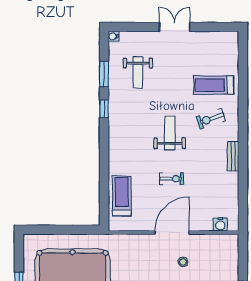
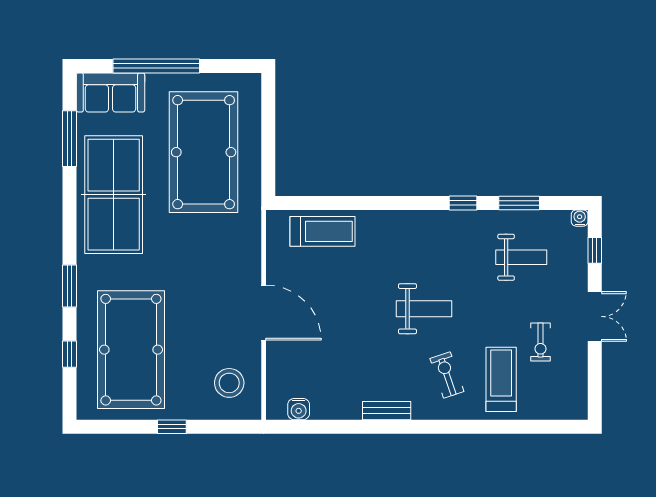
window: (133, 27) -> (595, 250), added
weight bench: (138, 73) -> (521, 257), turned 180
exercise bike: (172, 179) -> (540, 342), moved
water cooler: (220, 224) -> (299, 409), moved, turned -90
stool: (183, 262) -> (229, 383), moved, width x1.89, depth x1.89

